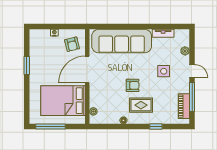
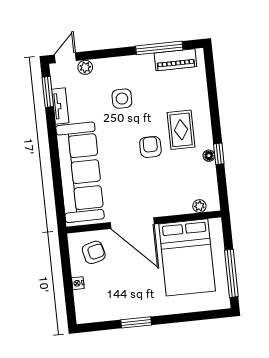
window: (172, 27) -> (48, 92), added
door: (192, 71) -> (65, 58), moved
window: (156, 127) -> (219, 154), moved

